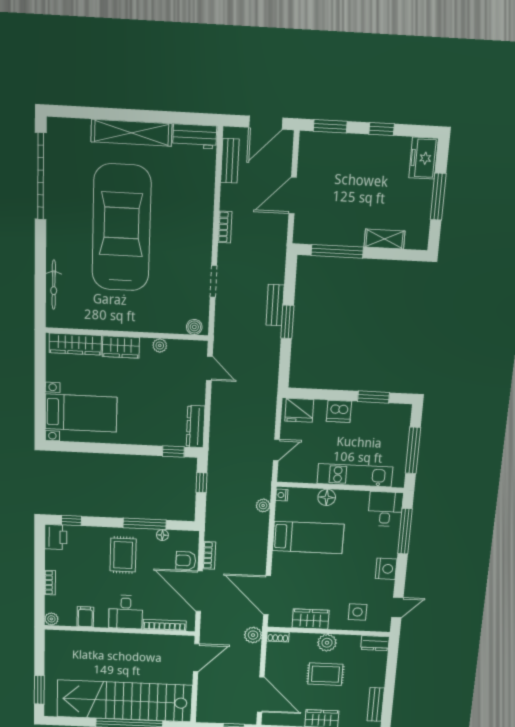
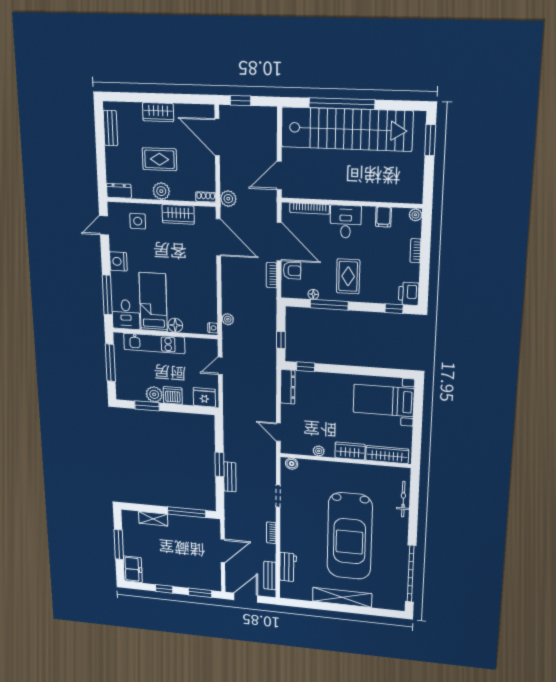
workbench: (195, 136) -> (288, 567), moved, turned 90
plant: (362, 412) -> (154, 394), added
bed: (308, 537) -> (153, 302), moved, turned 90

